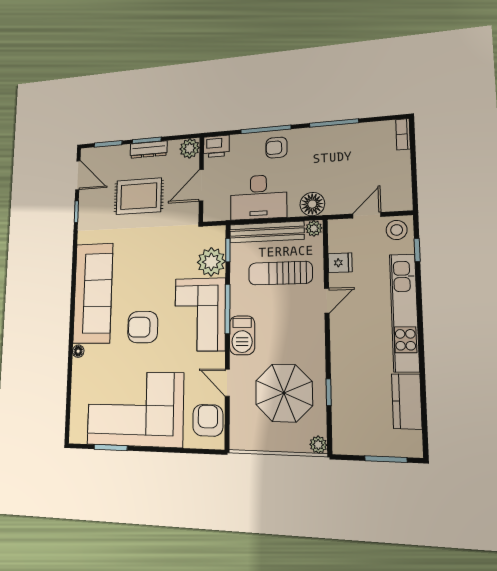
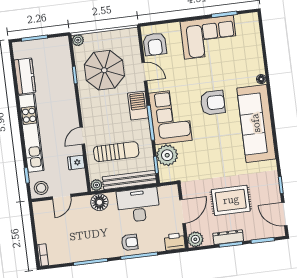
corner sofa: (135, 409) -> (209, 37), width x0.73, depth x0.74

